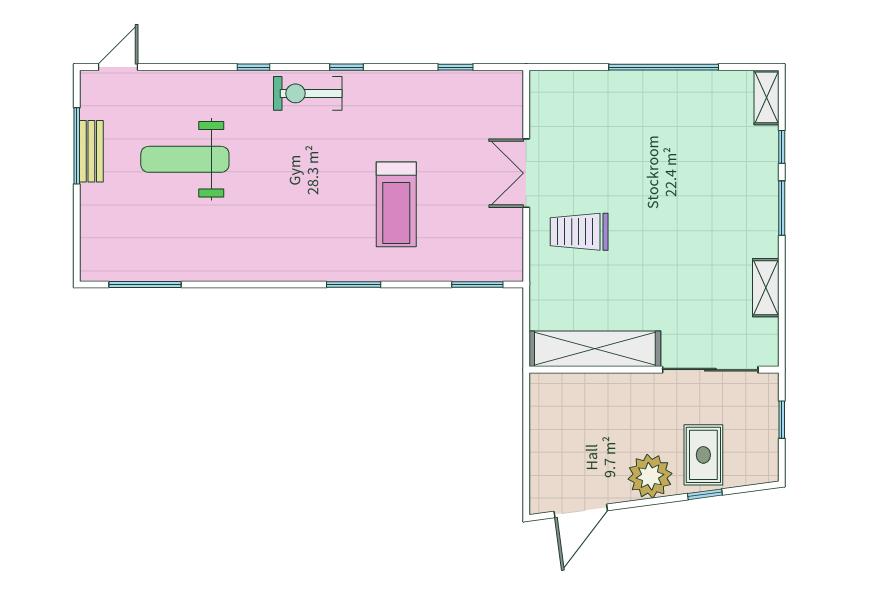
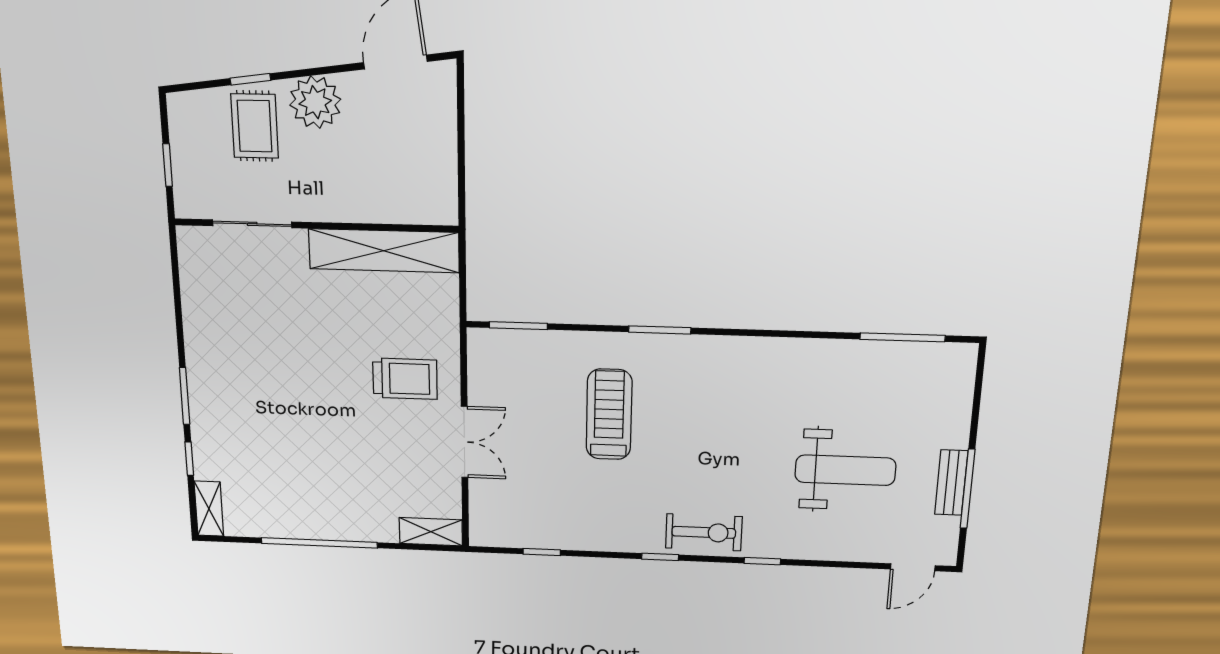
shelving: (766, 288) -> (431, 532), moved, turned 90
sliding door: (710, 370) -> (252, 224), width x0.73

